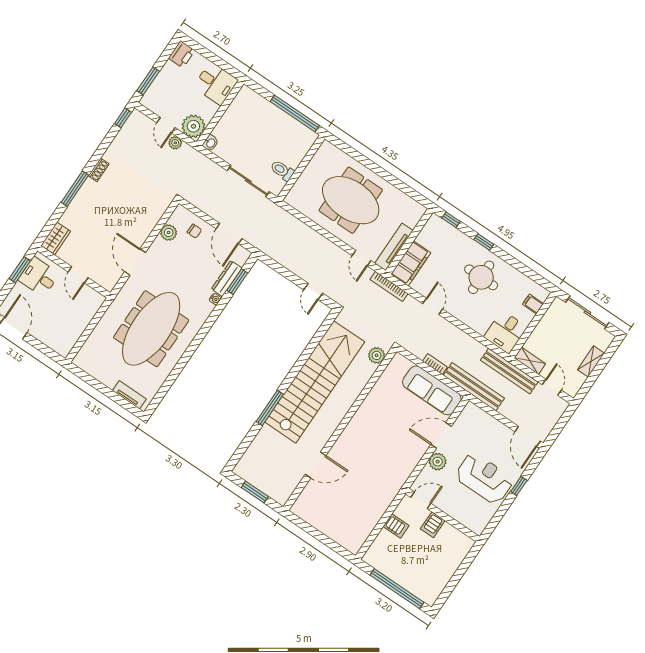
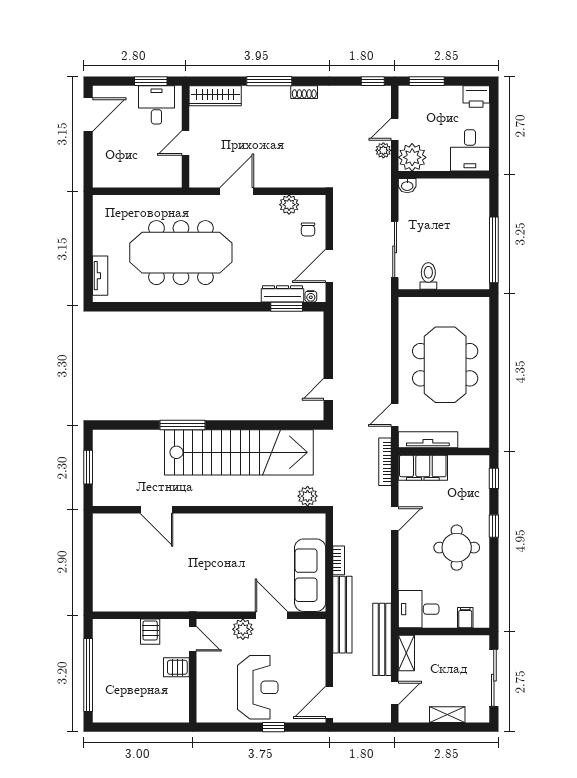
wardrobe: (56, 238) -> (215, 96), width x1.50
water cooler: (215, 299) -> (311, 296), moved

